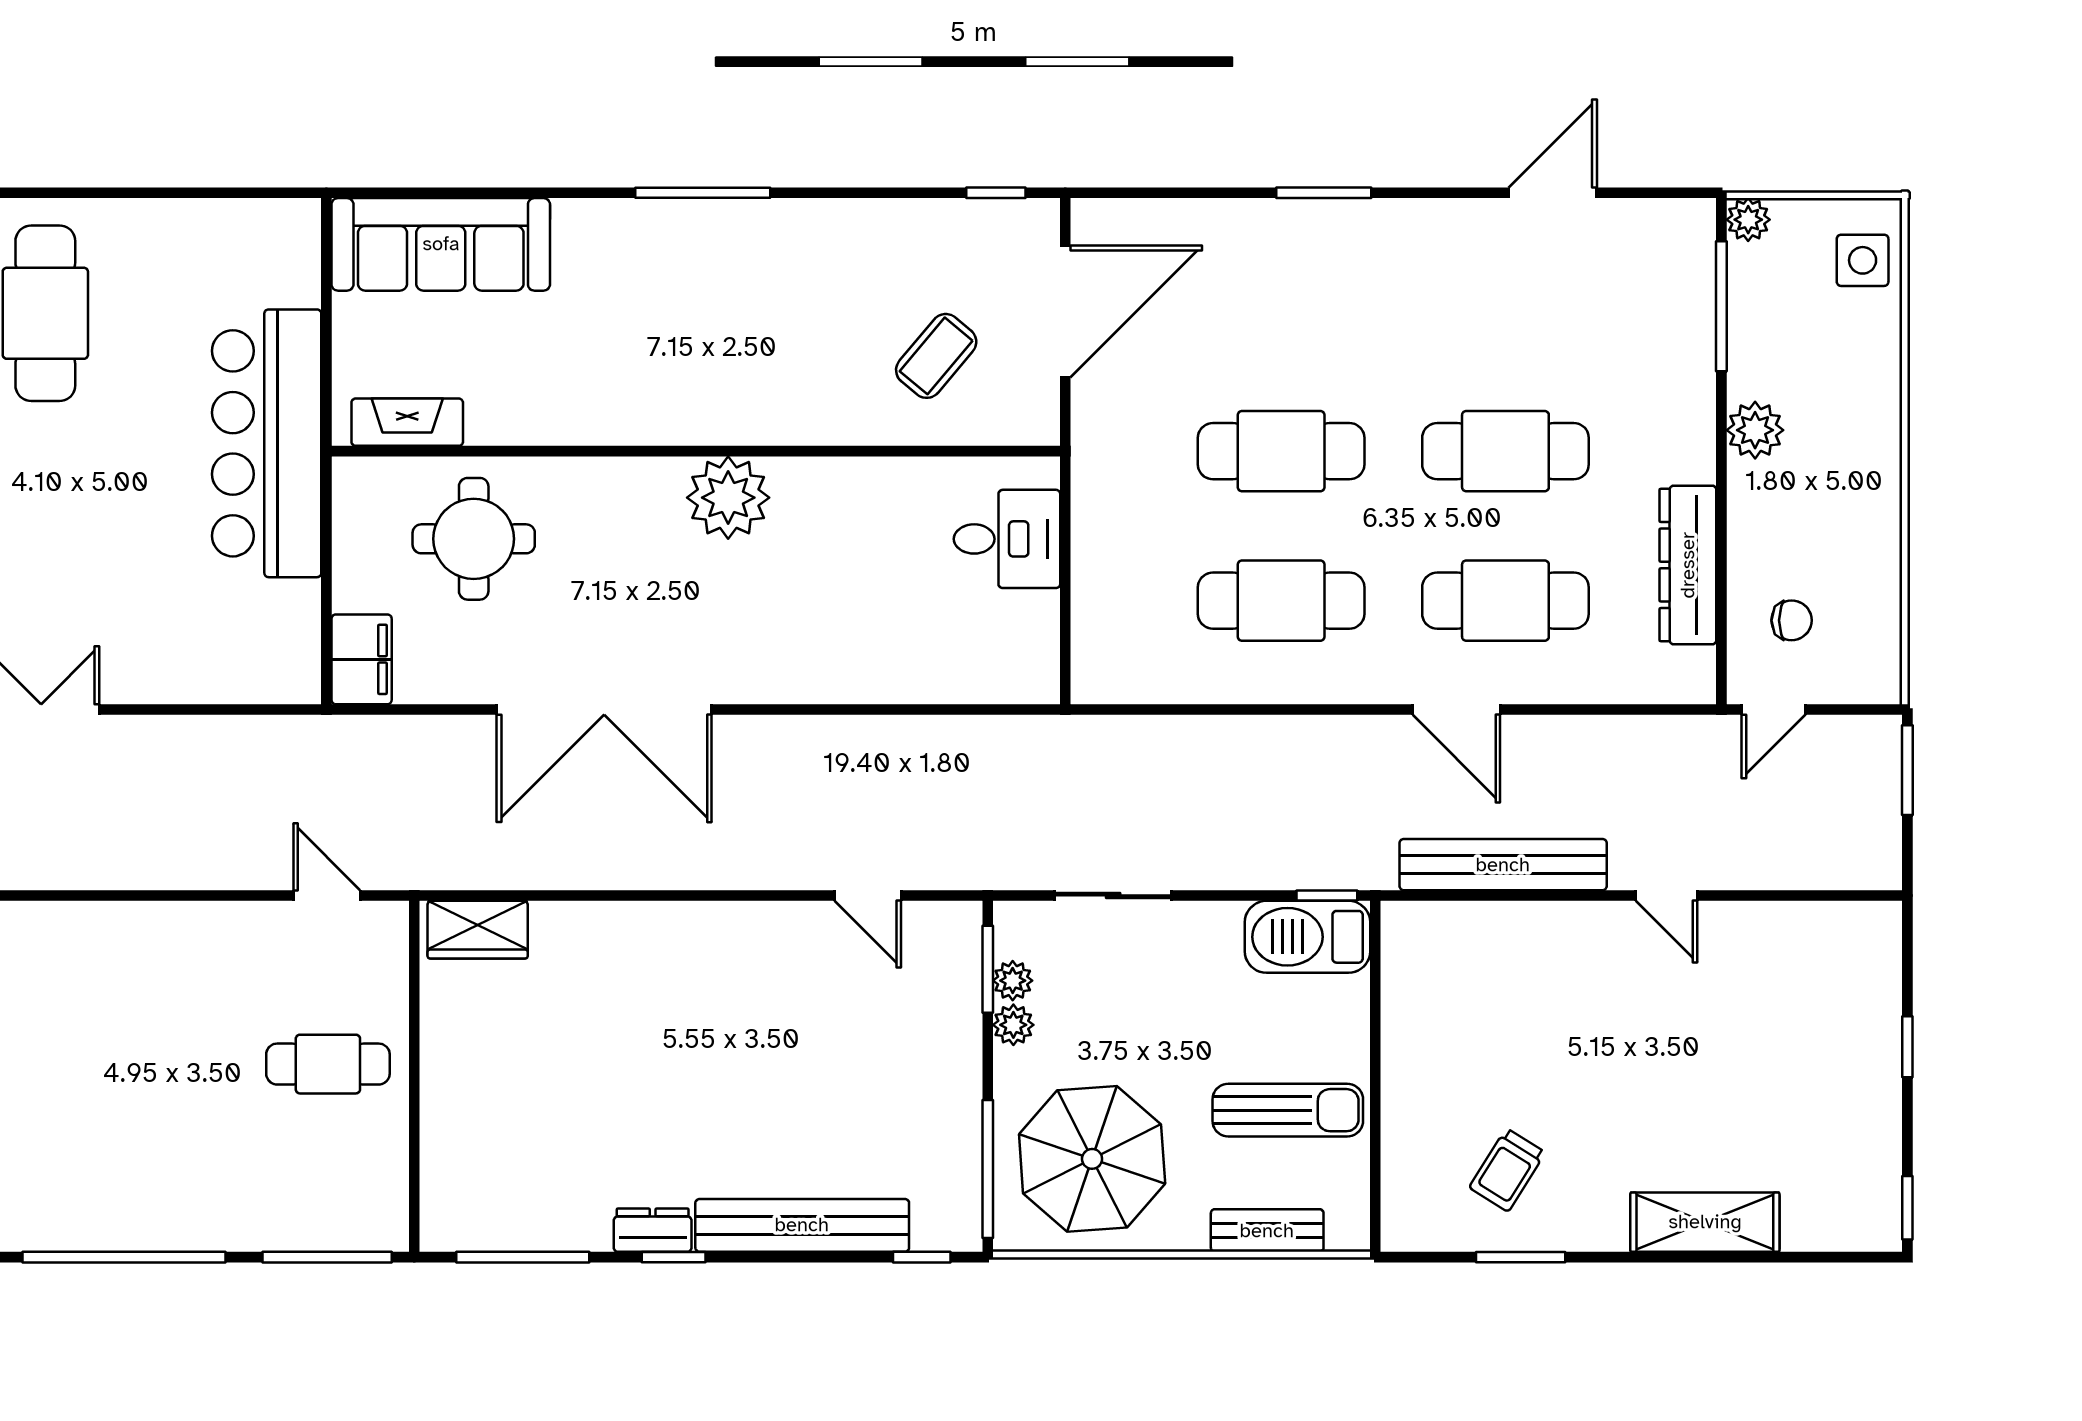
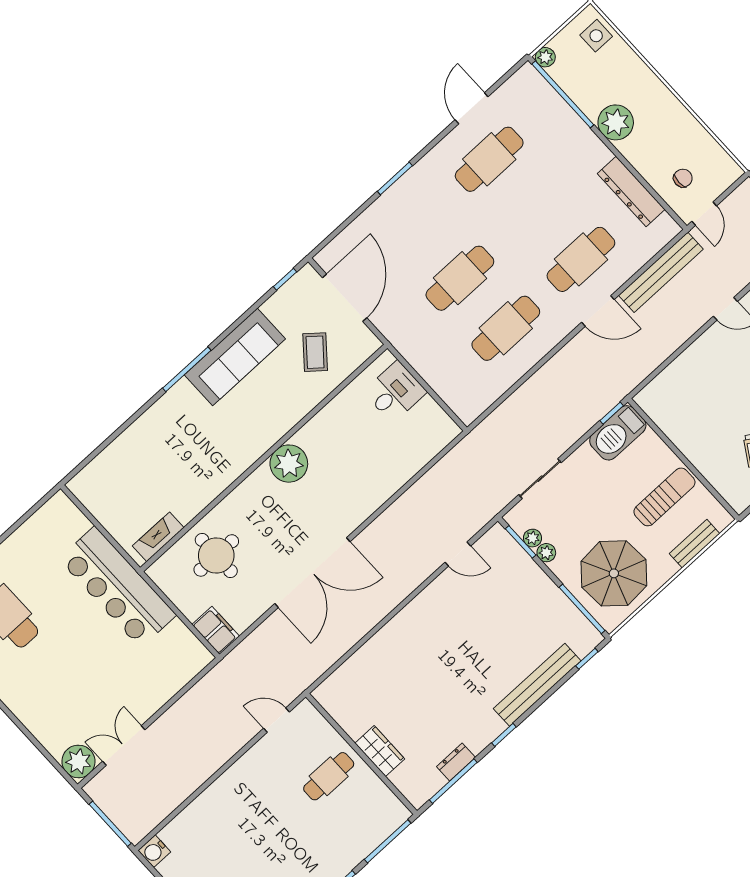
sofa: (441, 244) -> (235, 357), moved
window: (1721, 306) -> (563, 94), width x1.46
plant: (1755, 430) -> (616, 122), width x1.36, depth x1.36
cafe table: (1505, 451) -> (489, 159), moved
bench: (1503, 865) -> (661, 272), moved
wardrobe: (478, 930) -> (380, 751), moved, turned -90
dresser: (653, 1230) -> (456, 762), moved

